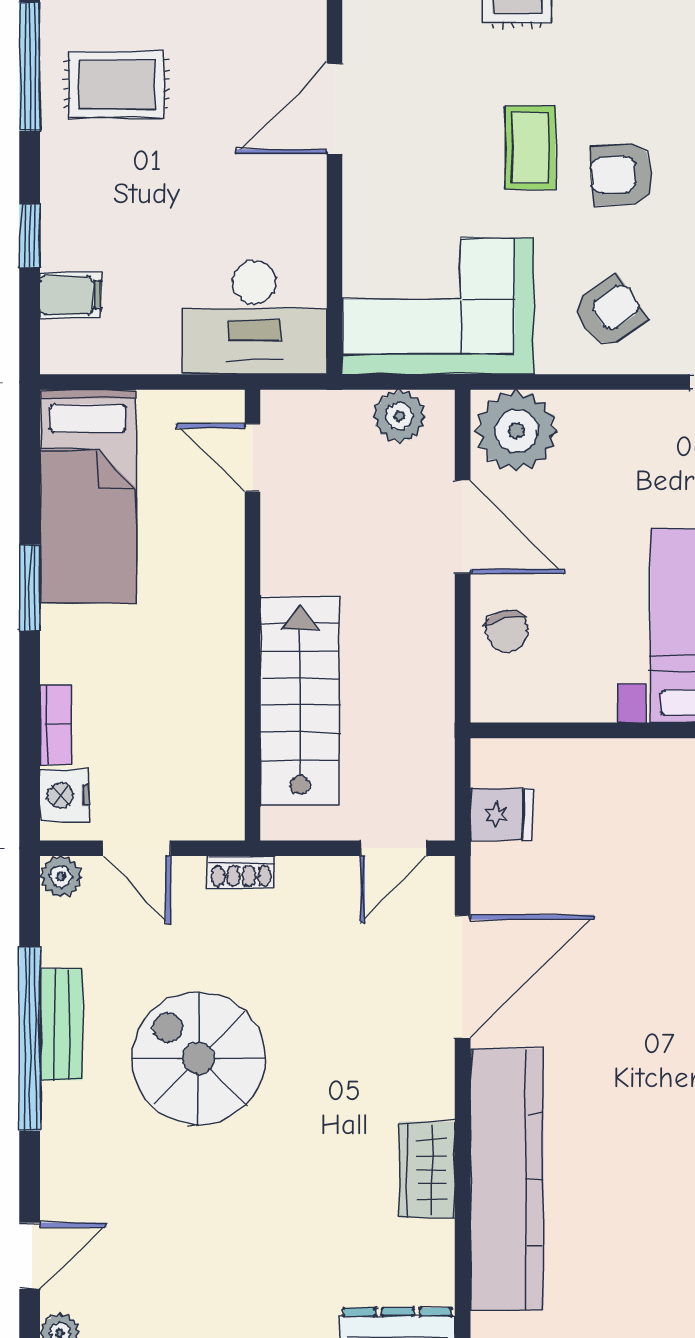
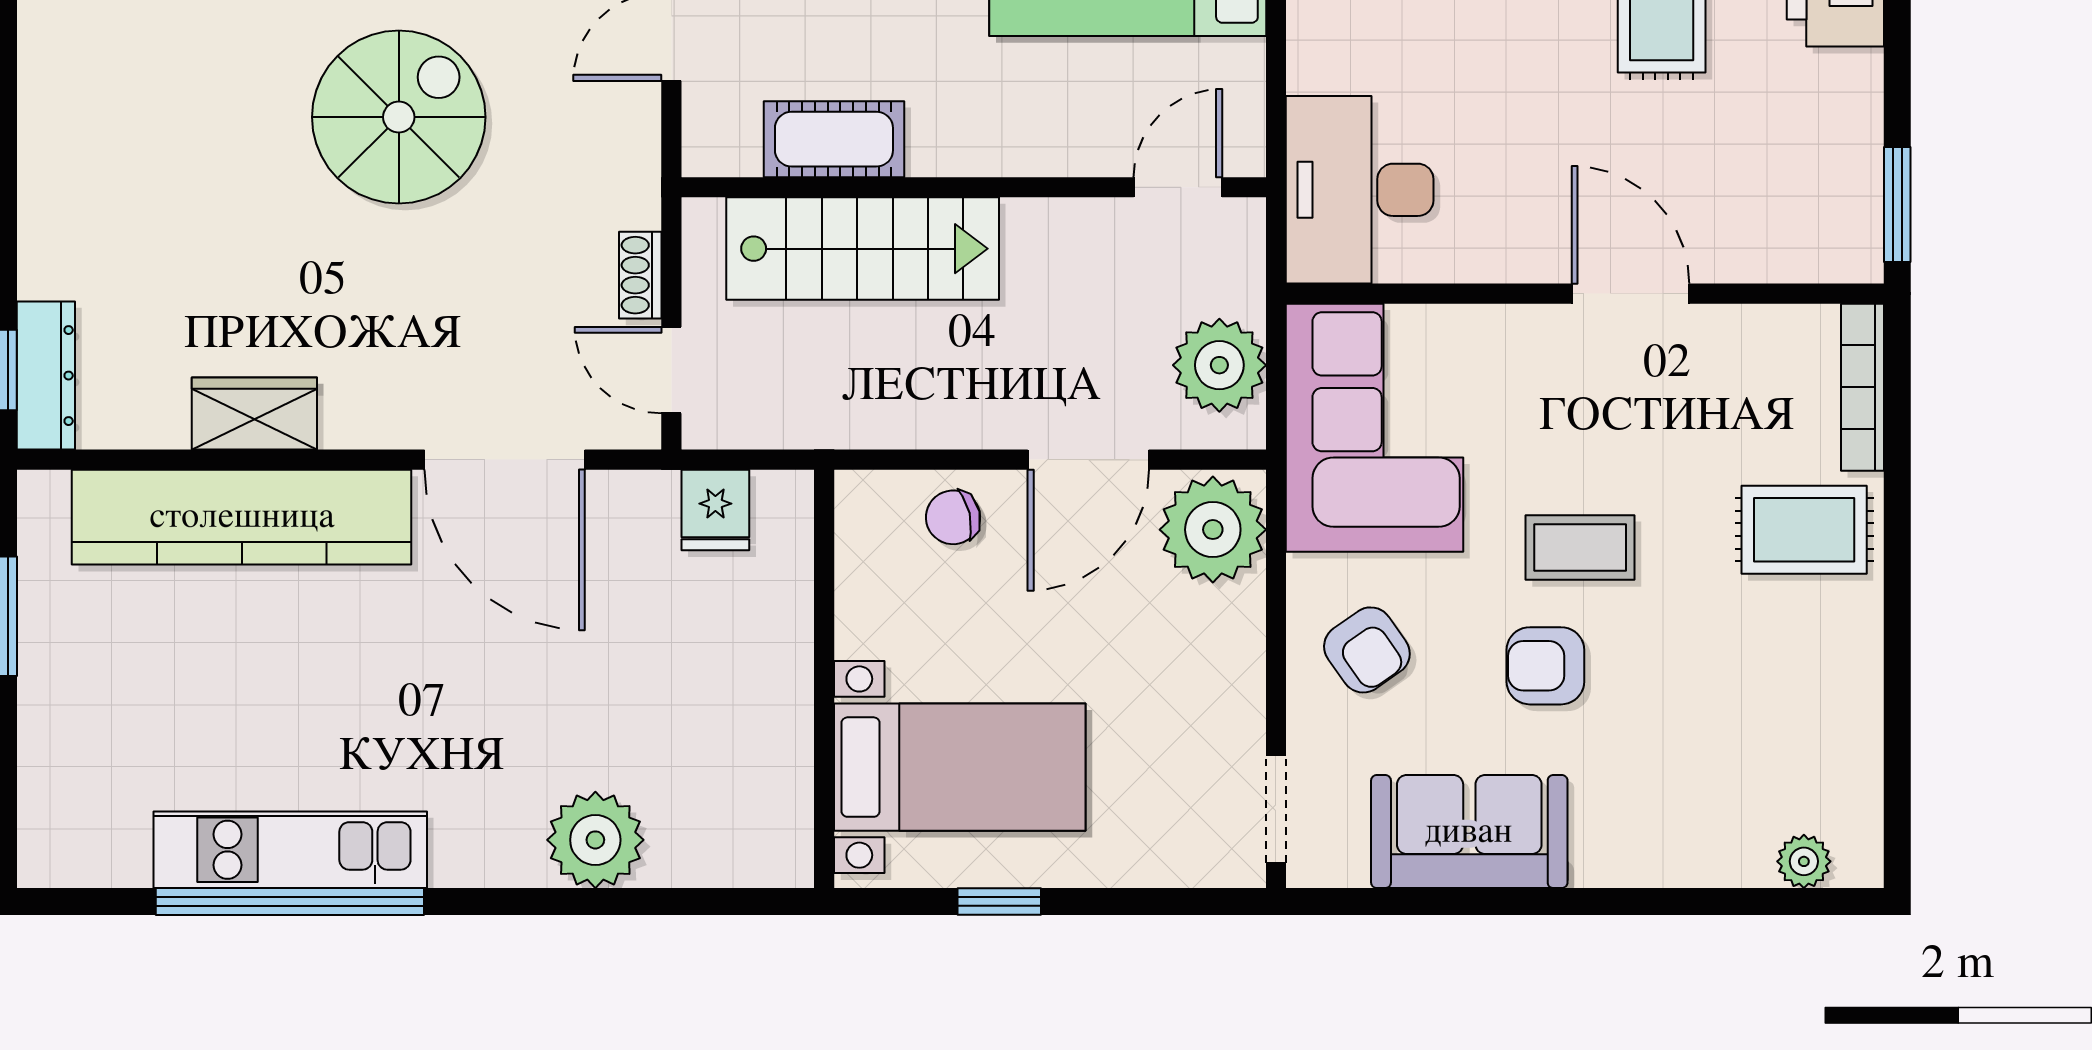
armchair: (621, 174) -> (1545, 666), turned -86
plant: (399, 416) -> (1219, 365), width x1.36, depth x1.36
cot: (215, 723) -> (834, 139), added
shoe rack: (241, 872) -> (640, 275), moved

